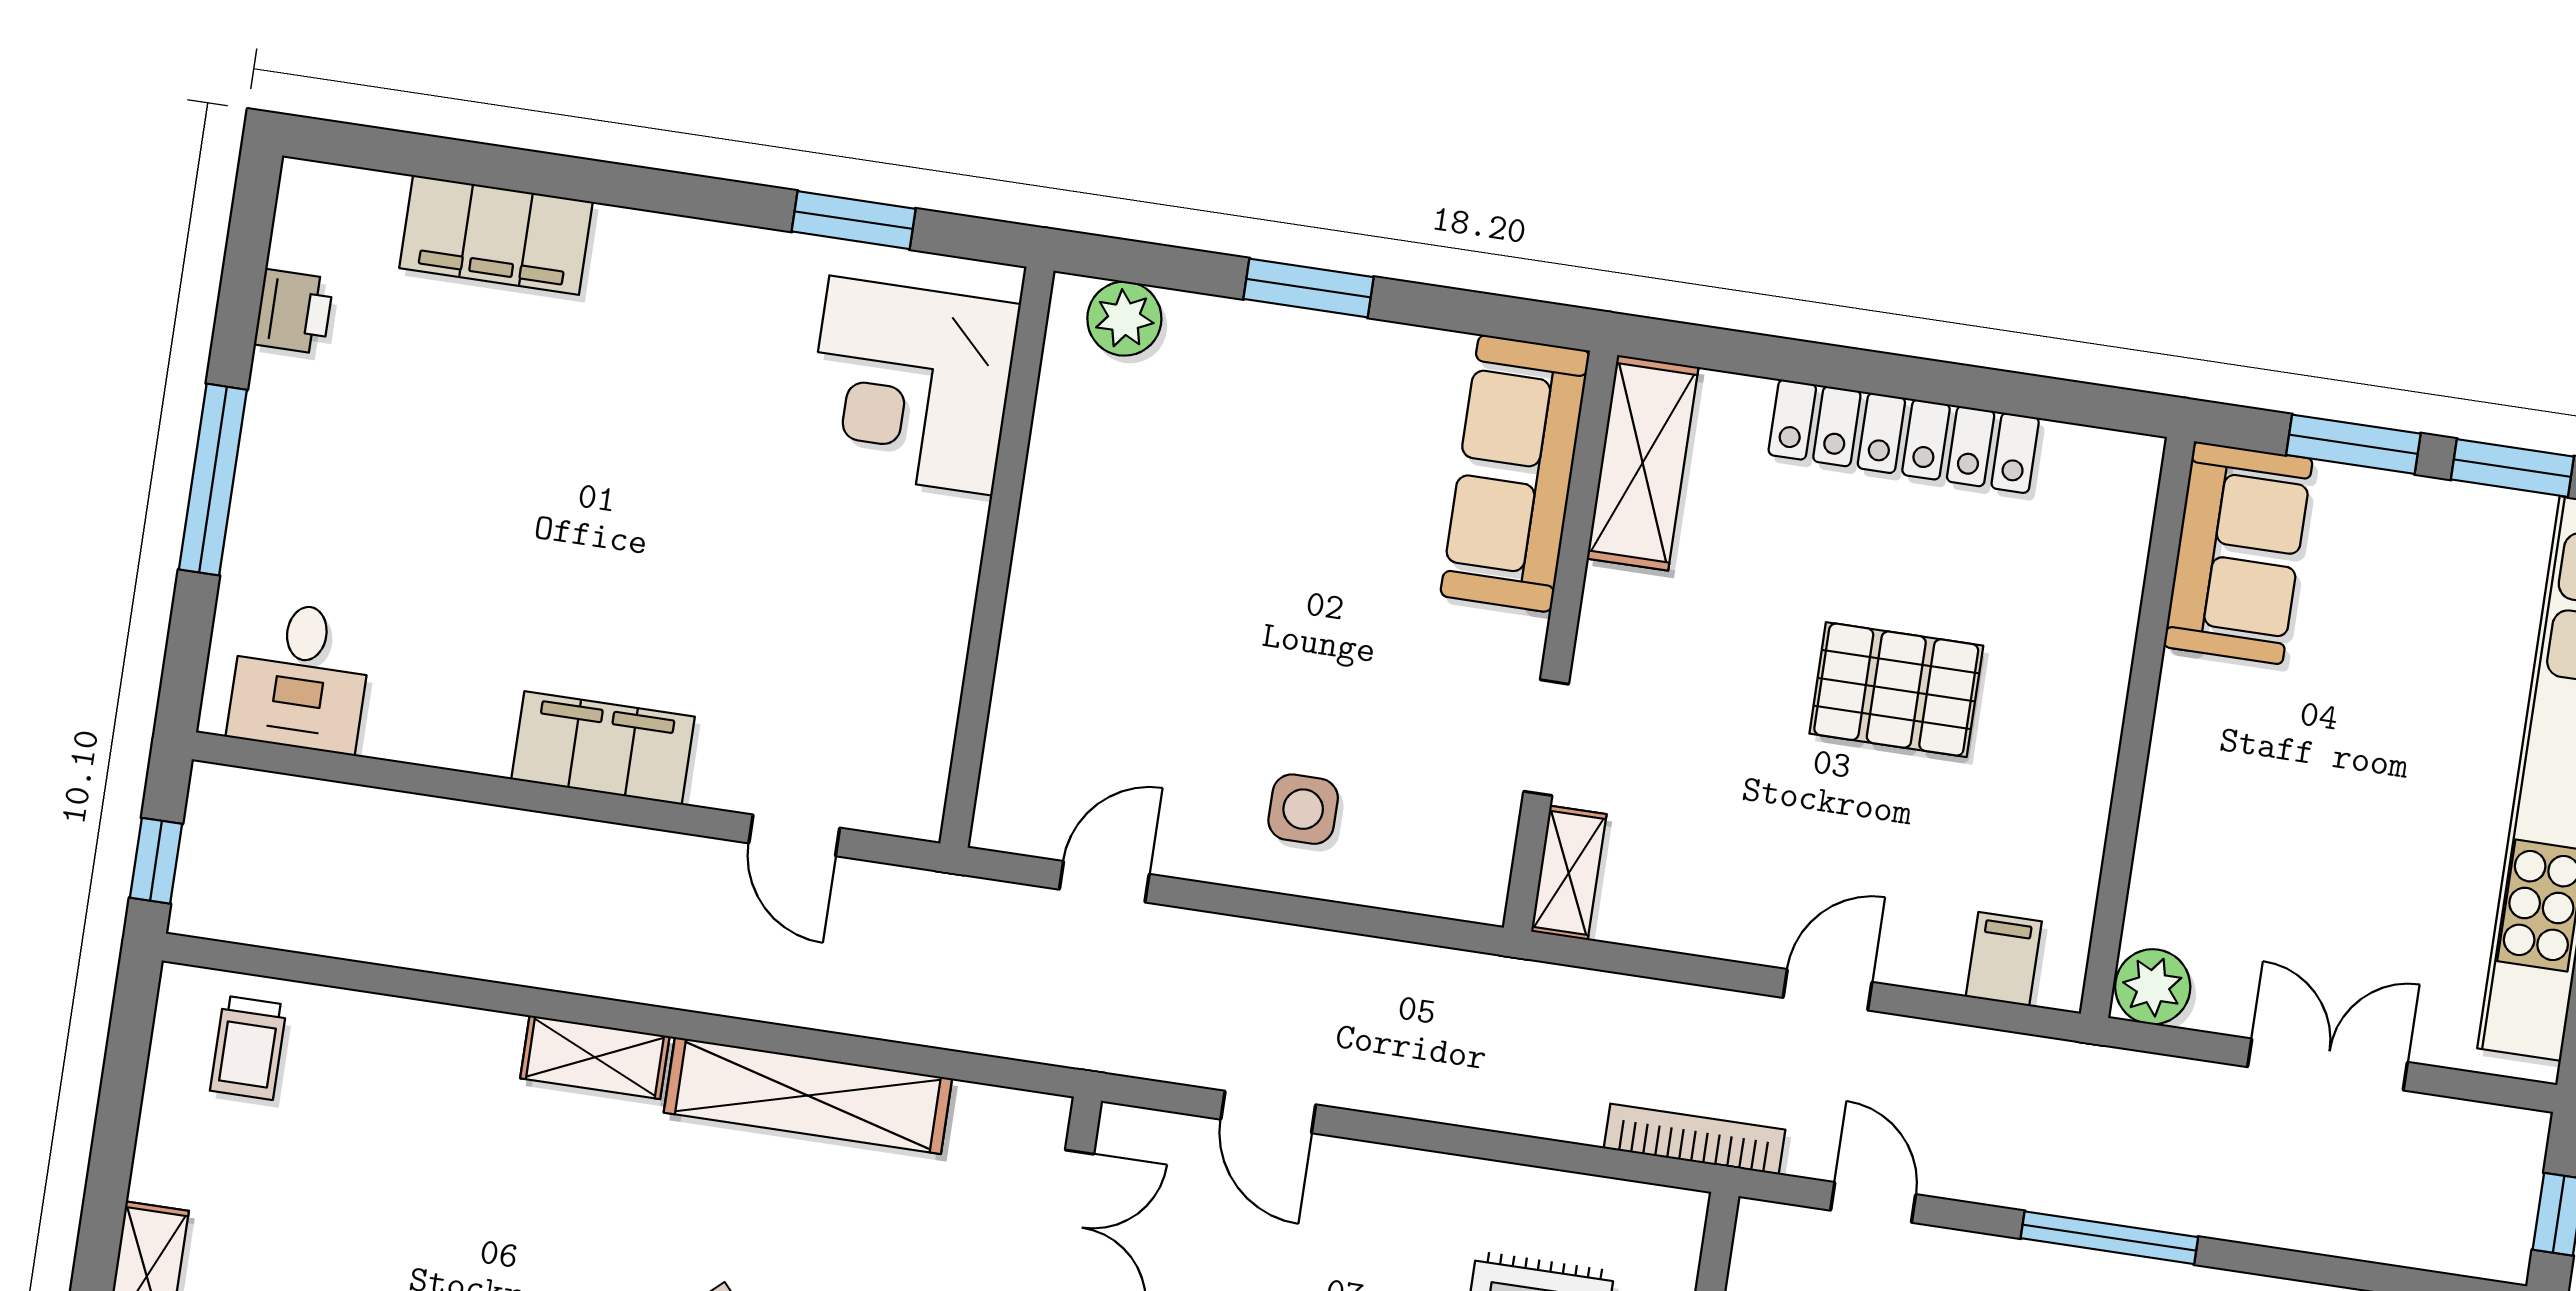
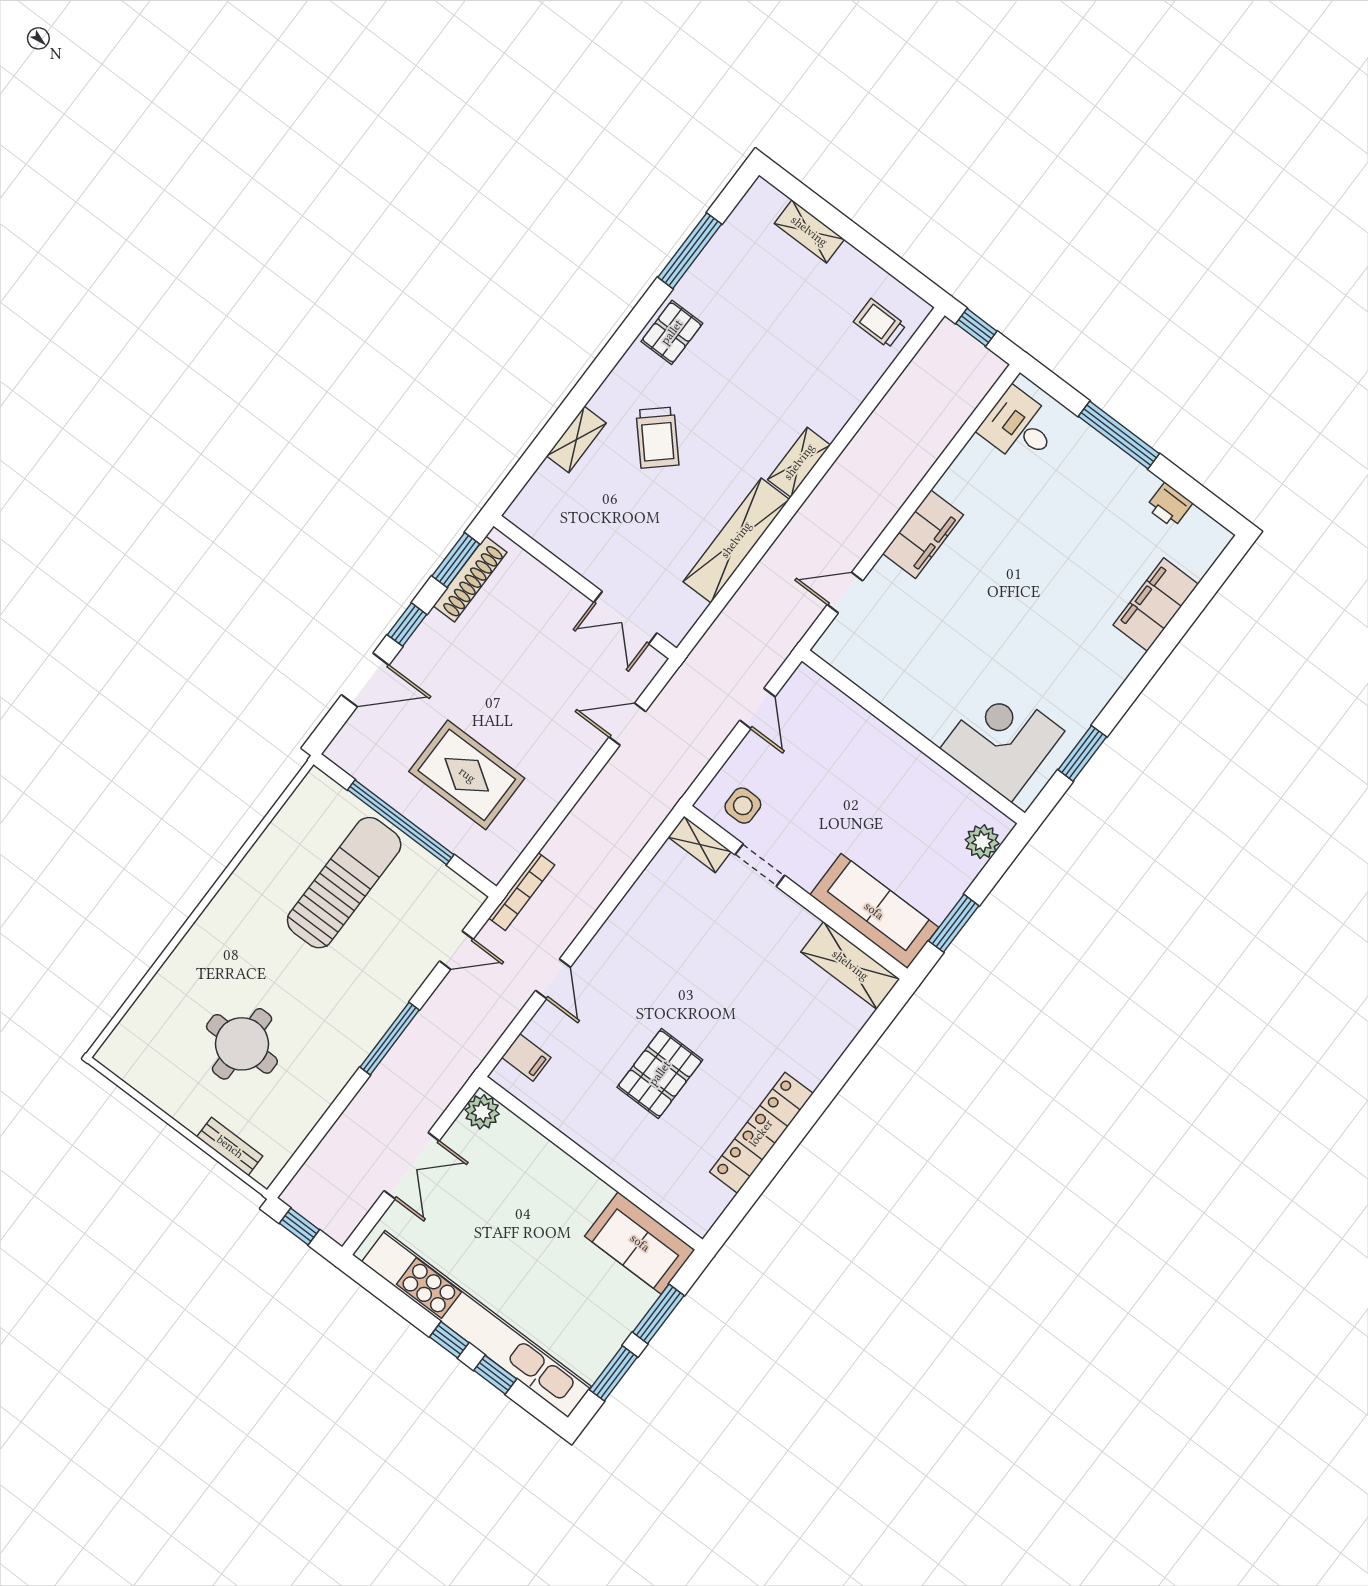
shelving: (1643, 463) -> (850, 965), moved
sofa: (1515, 473) -> (874, 911), moved
wall: (1561, 641) -> (796, 892), moved
doorway: (1546, 738) -> (760, 865), moved
shelving: (1569, 873) -> (700, 844), moved

